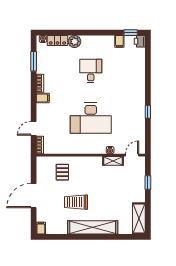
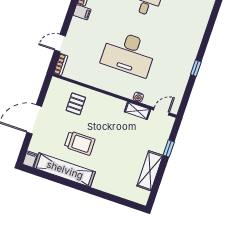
trolley: (76, 202) -> (80, 143), turned 180
shelving: (139, 218) -> (150, 171), moved
shelving: (93, 227) -> (65, 170), moved

